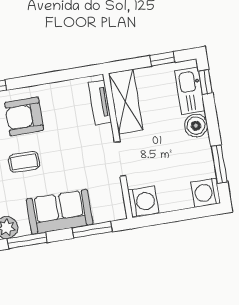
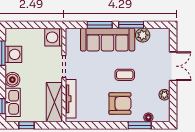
tv unit: (100, 102) -> (71, 99), width x1.41
washing machine: (206, 193) -> (13, 54), moved
sofa: (60, 212) -> (108, 40), width x1.36
window: (92, 230) -> (100, 25), moved

